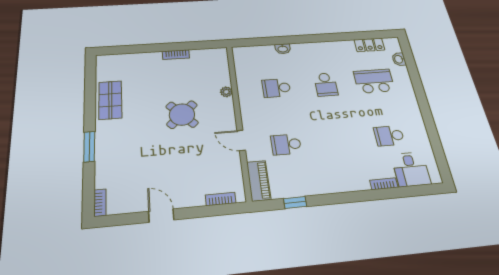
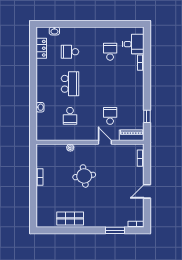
school desk: (374, 81) -> (70, 52), width x0.54
school desk: (326, 84) -> (70, 84), width x1.85
round table: (182, 115) -> (84, 176), turned 36
school desk: (389, 136) -> (110, 52), turned 180
door: (241, 140) -> (105, 142), swing flipped
school desk: (286, 144) -> (110, 116), turned 180
window: (89, 147) -> (115, 230), moved

